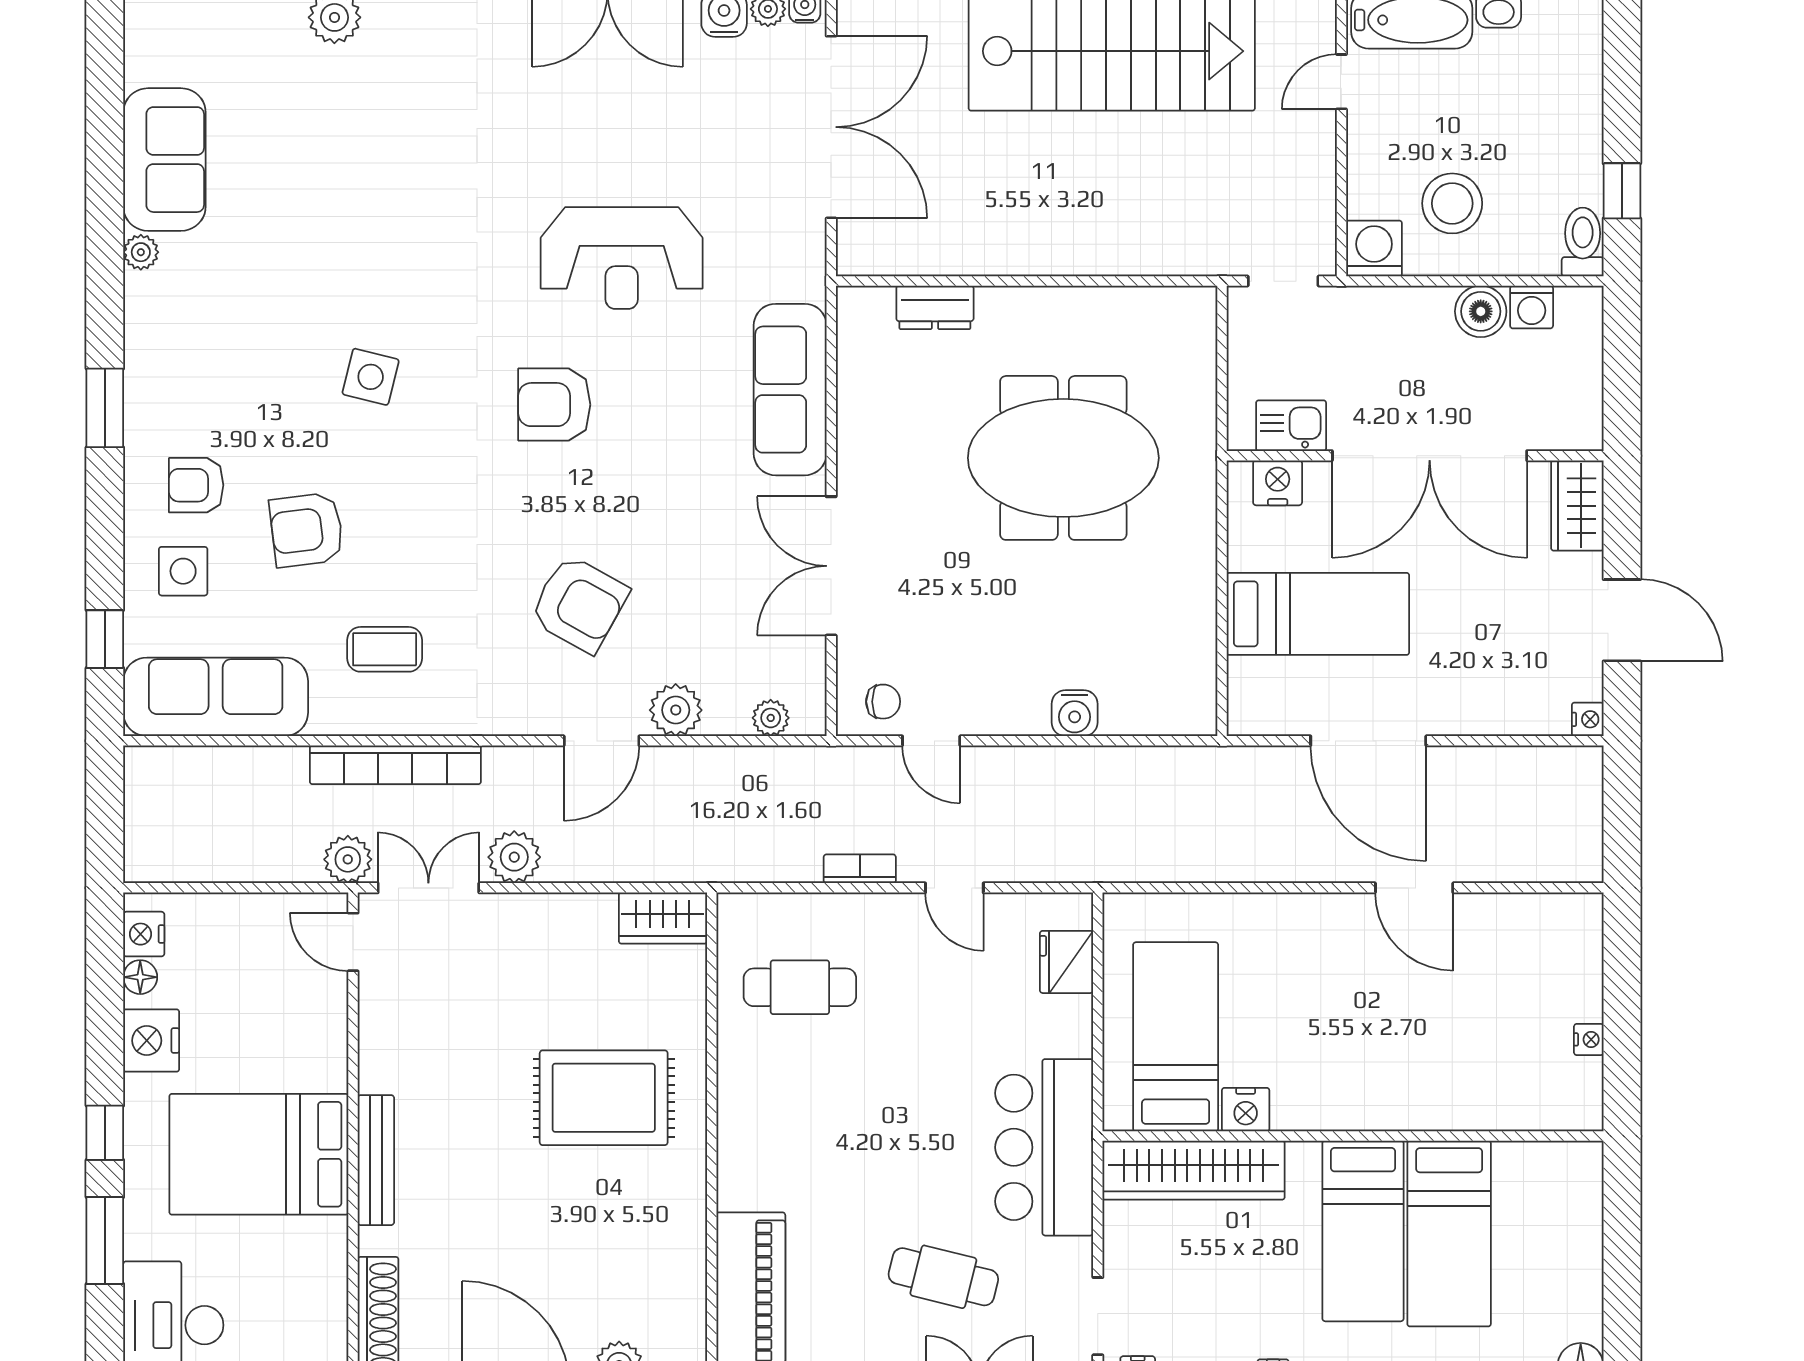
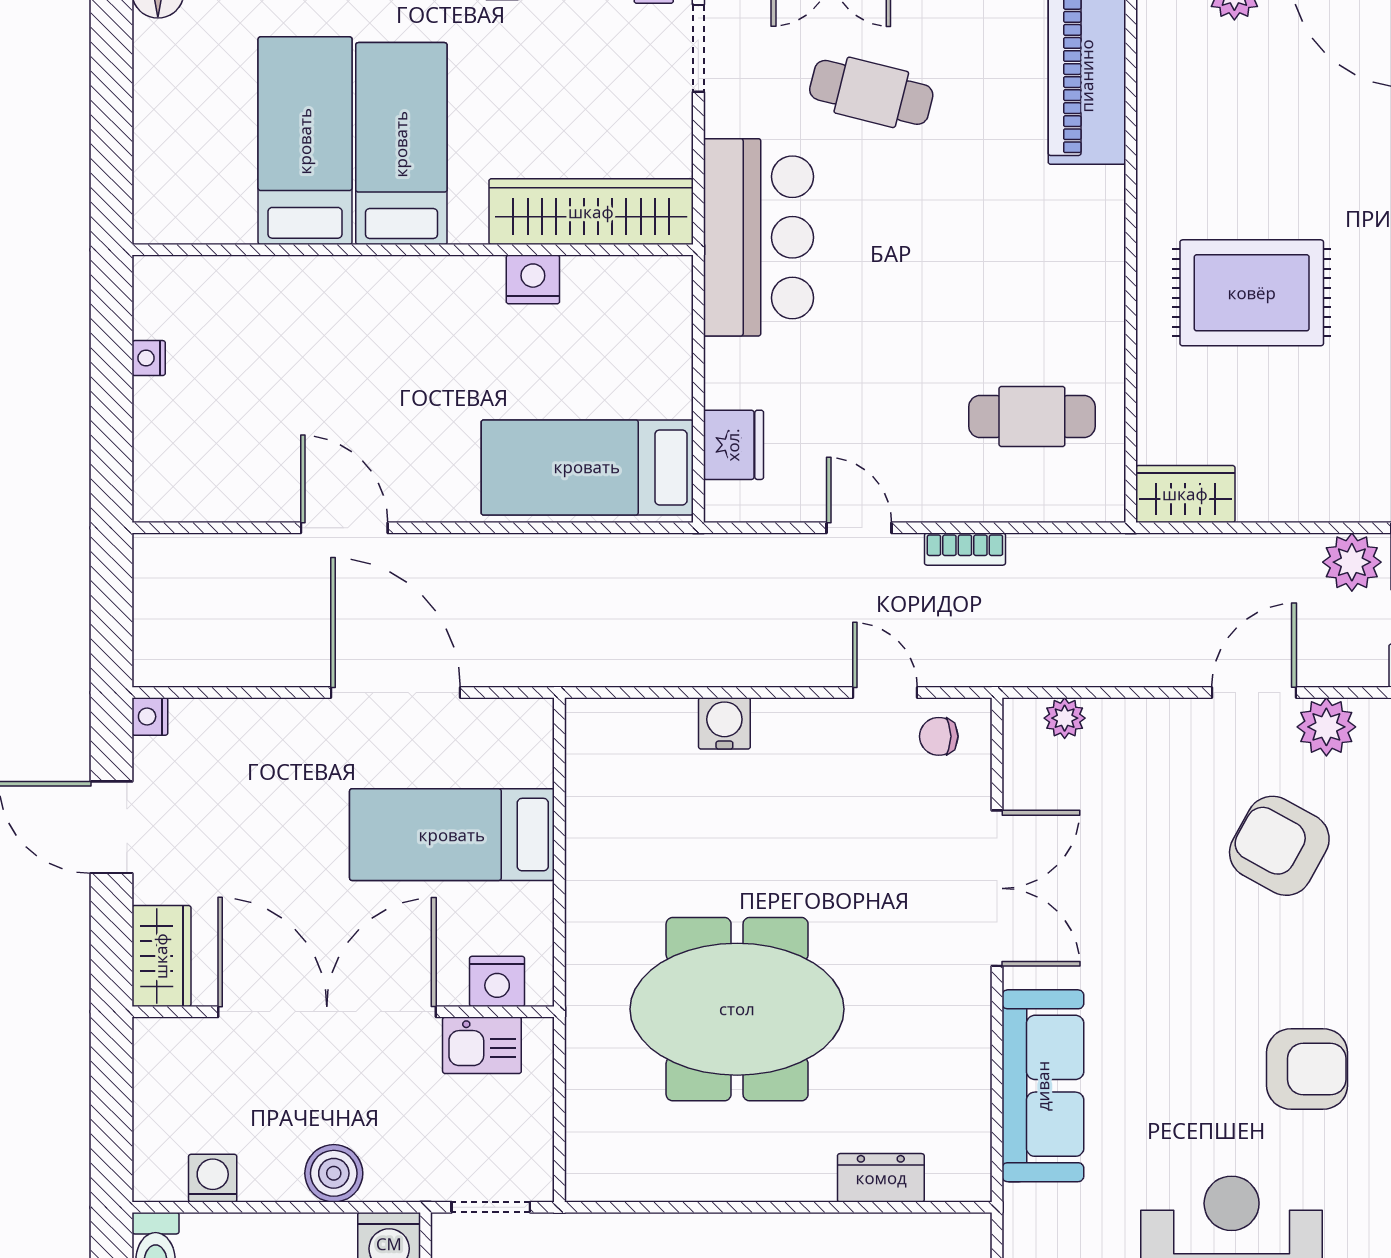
boiler: (1481, 311) -> (334, 1173), moved
plant: (676, 710) -> (1326, 727), moved
bed: (1176, 1037) -> (587, 467), moved, turned 90

